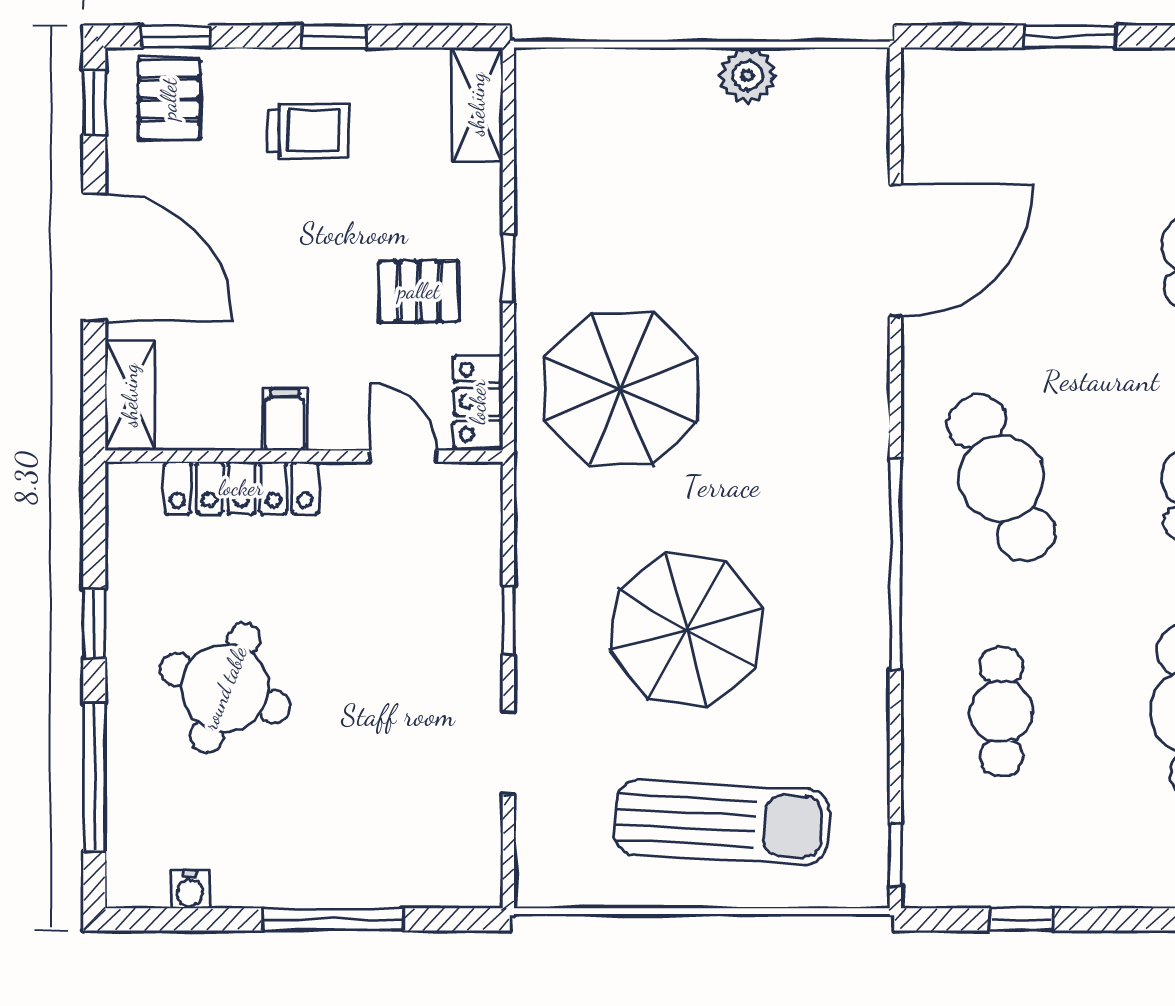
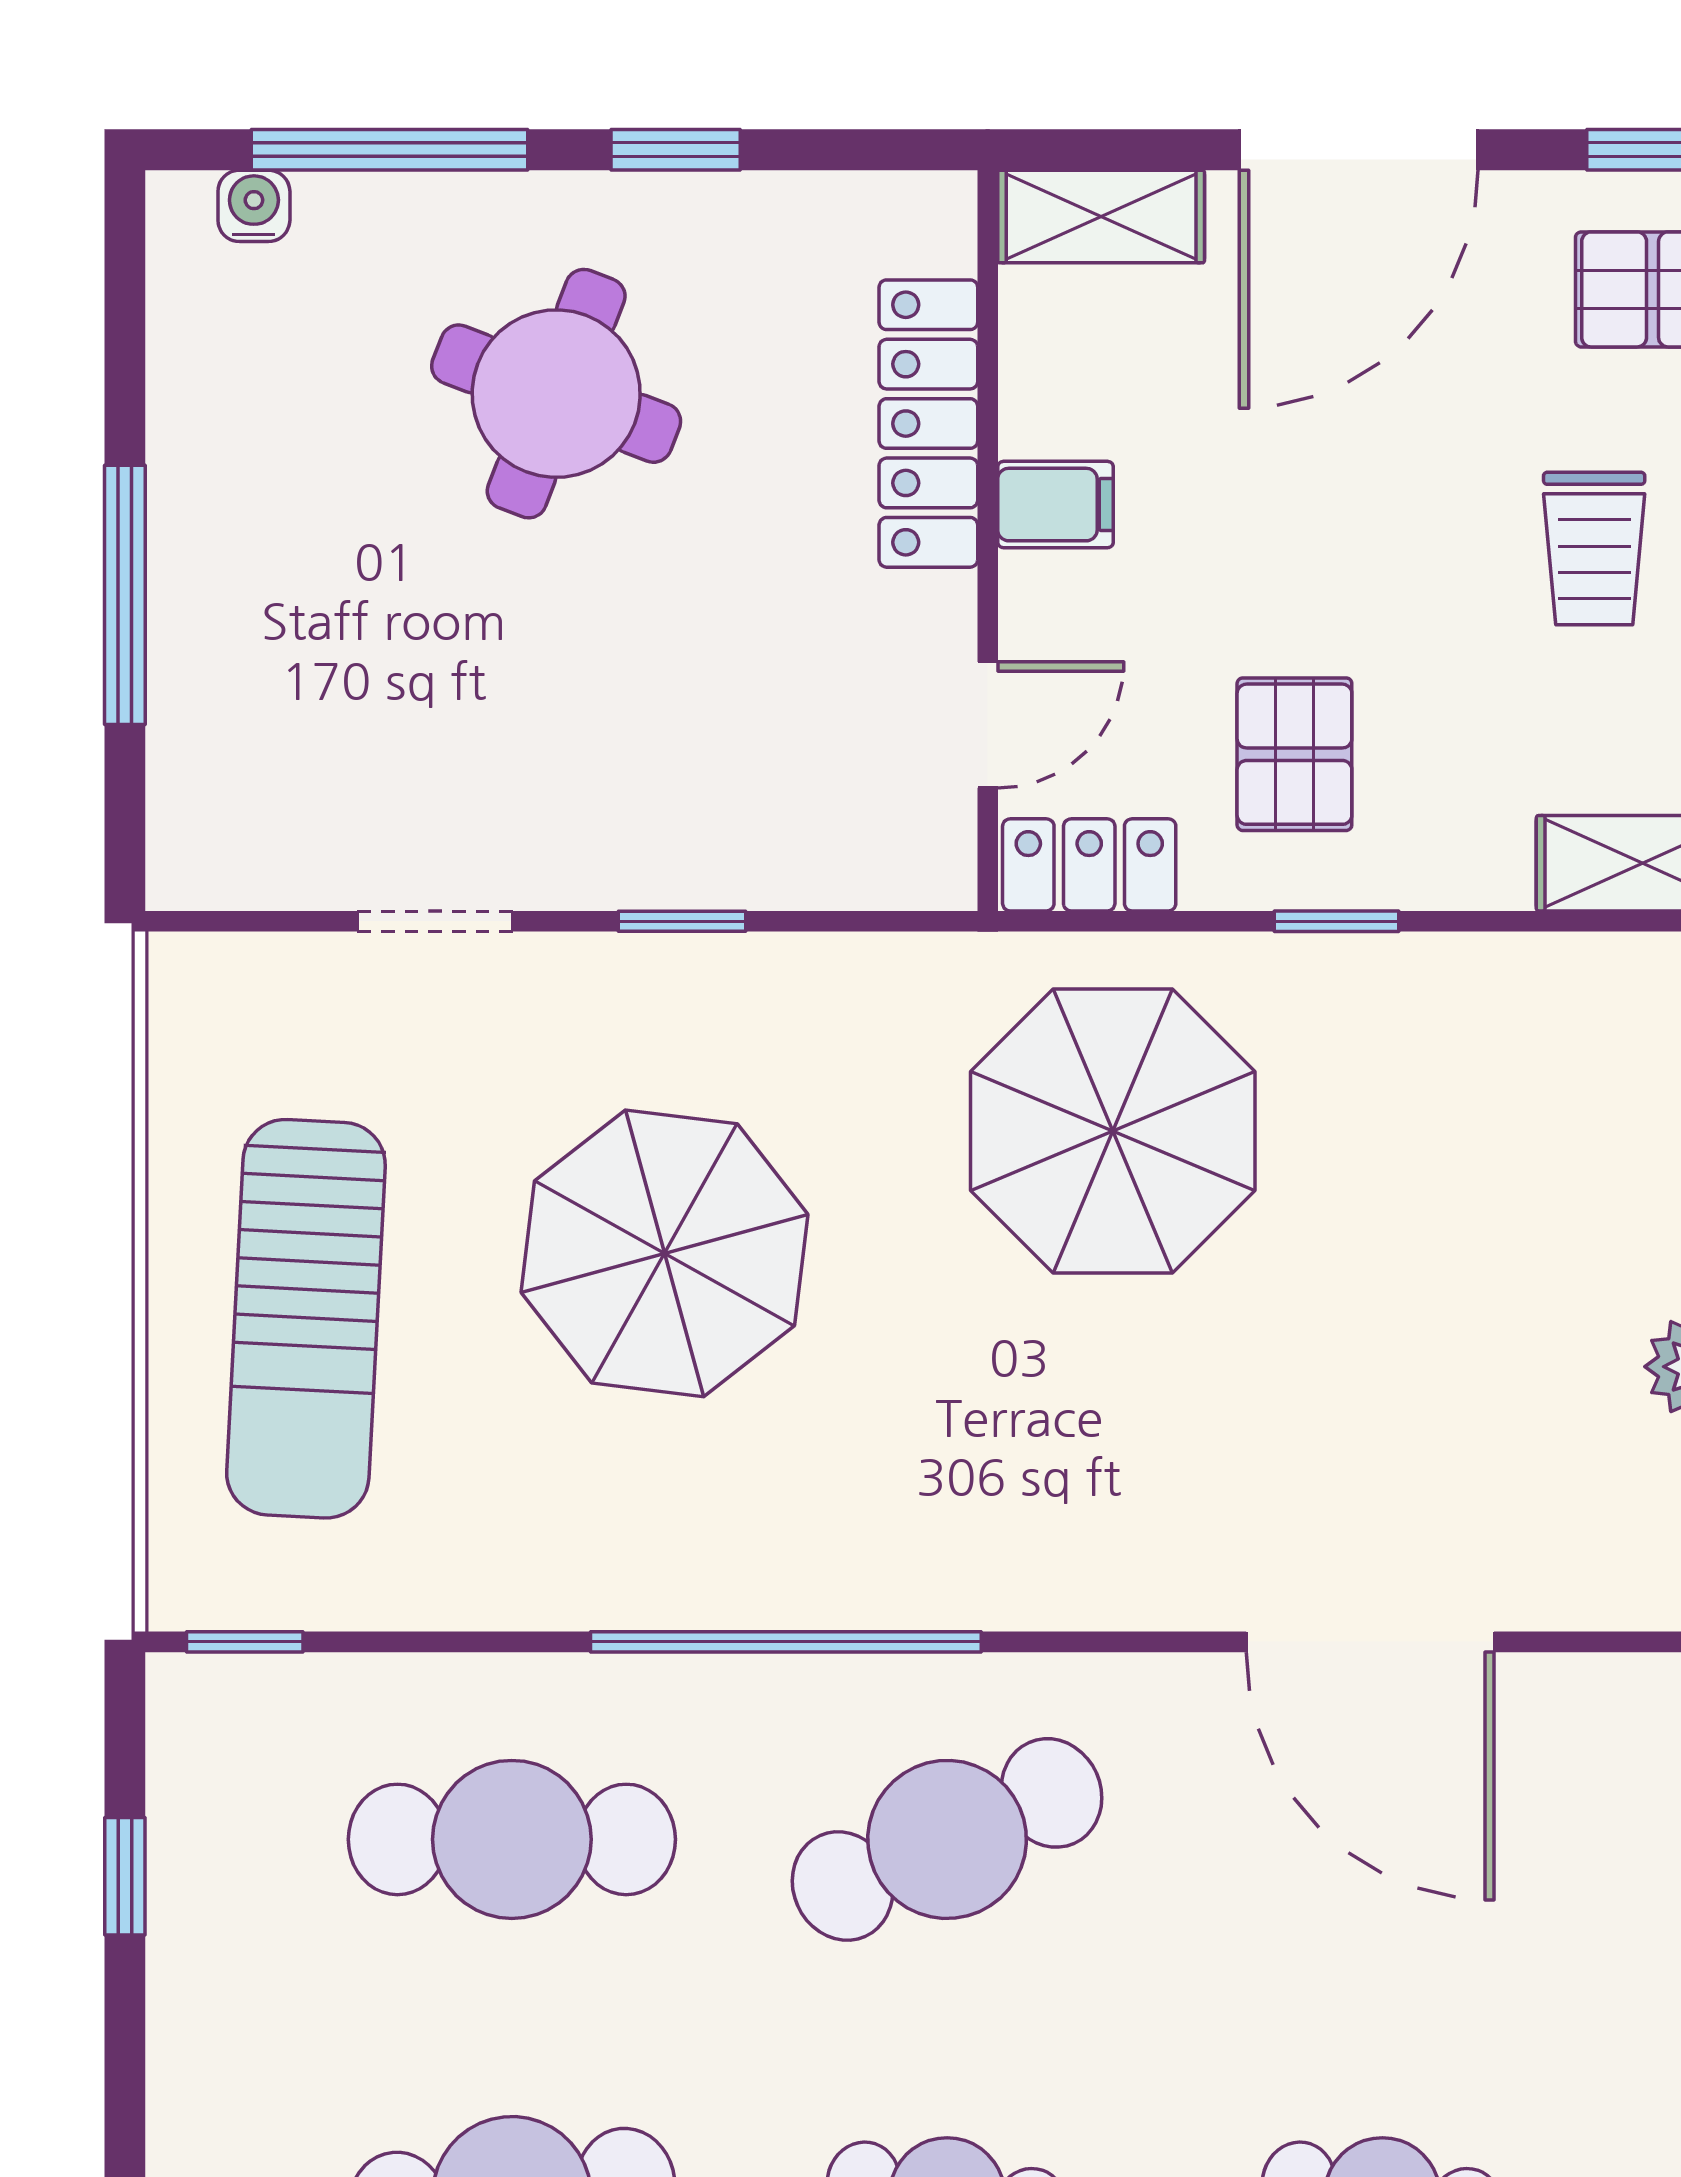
cafe table: (1001, 712) -> (512, 1839), width x1.37, depth x1.35
water cooler: (190, 889) -> (254, 206), moved, turned 90

